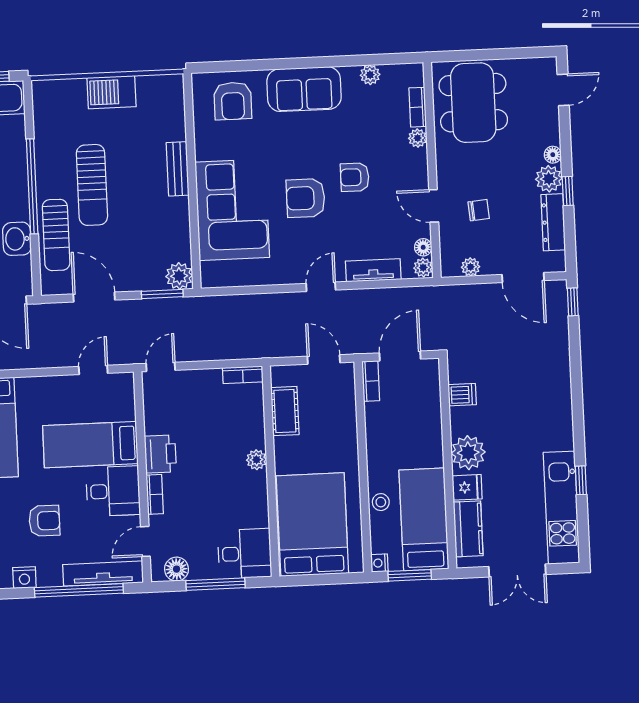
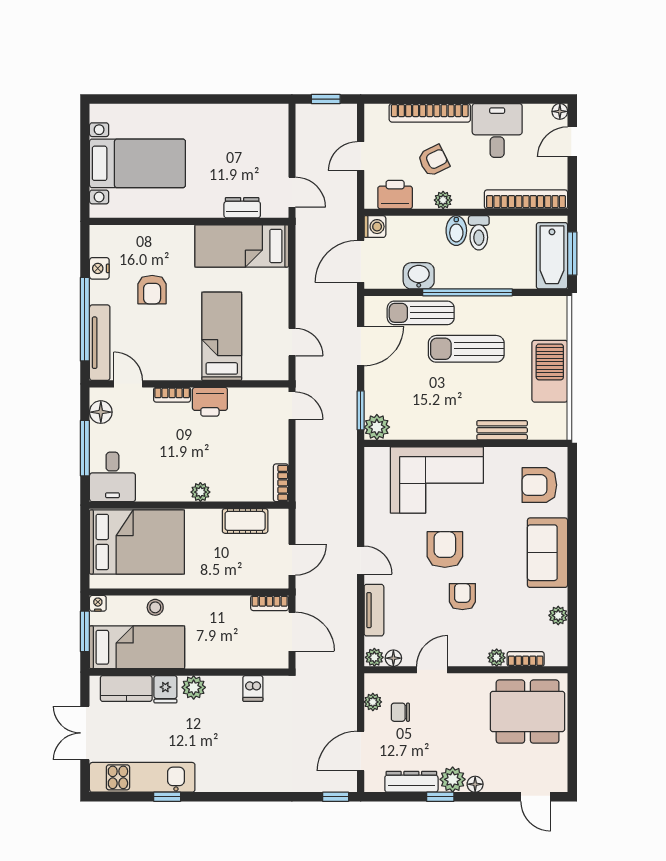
barbecue: (112, 92) -> (550, 371), width x1.37, depth x1.21
bench: (178, 169) -> (502, 430), moved
chair: (479, 210) -> (400, 712), moved, turned 95
plant: (468, 453) -> (194, 687), width x0.73, depth x0.73
desk: (113, 491) -> (177, 356), removed

